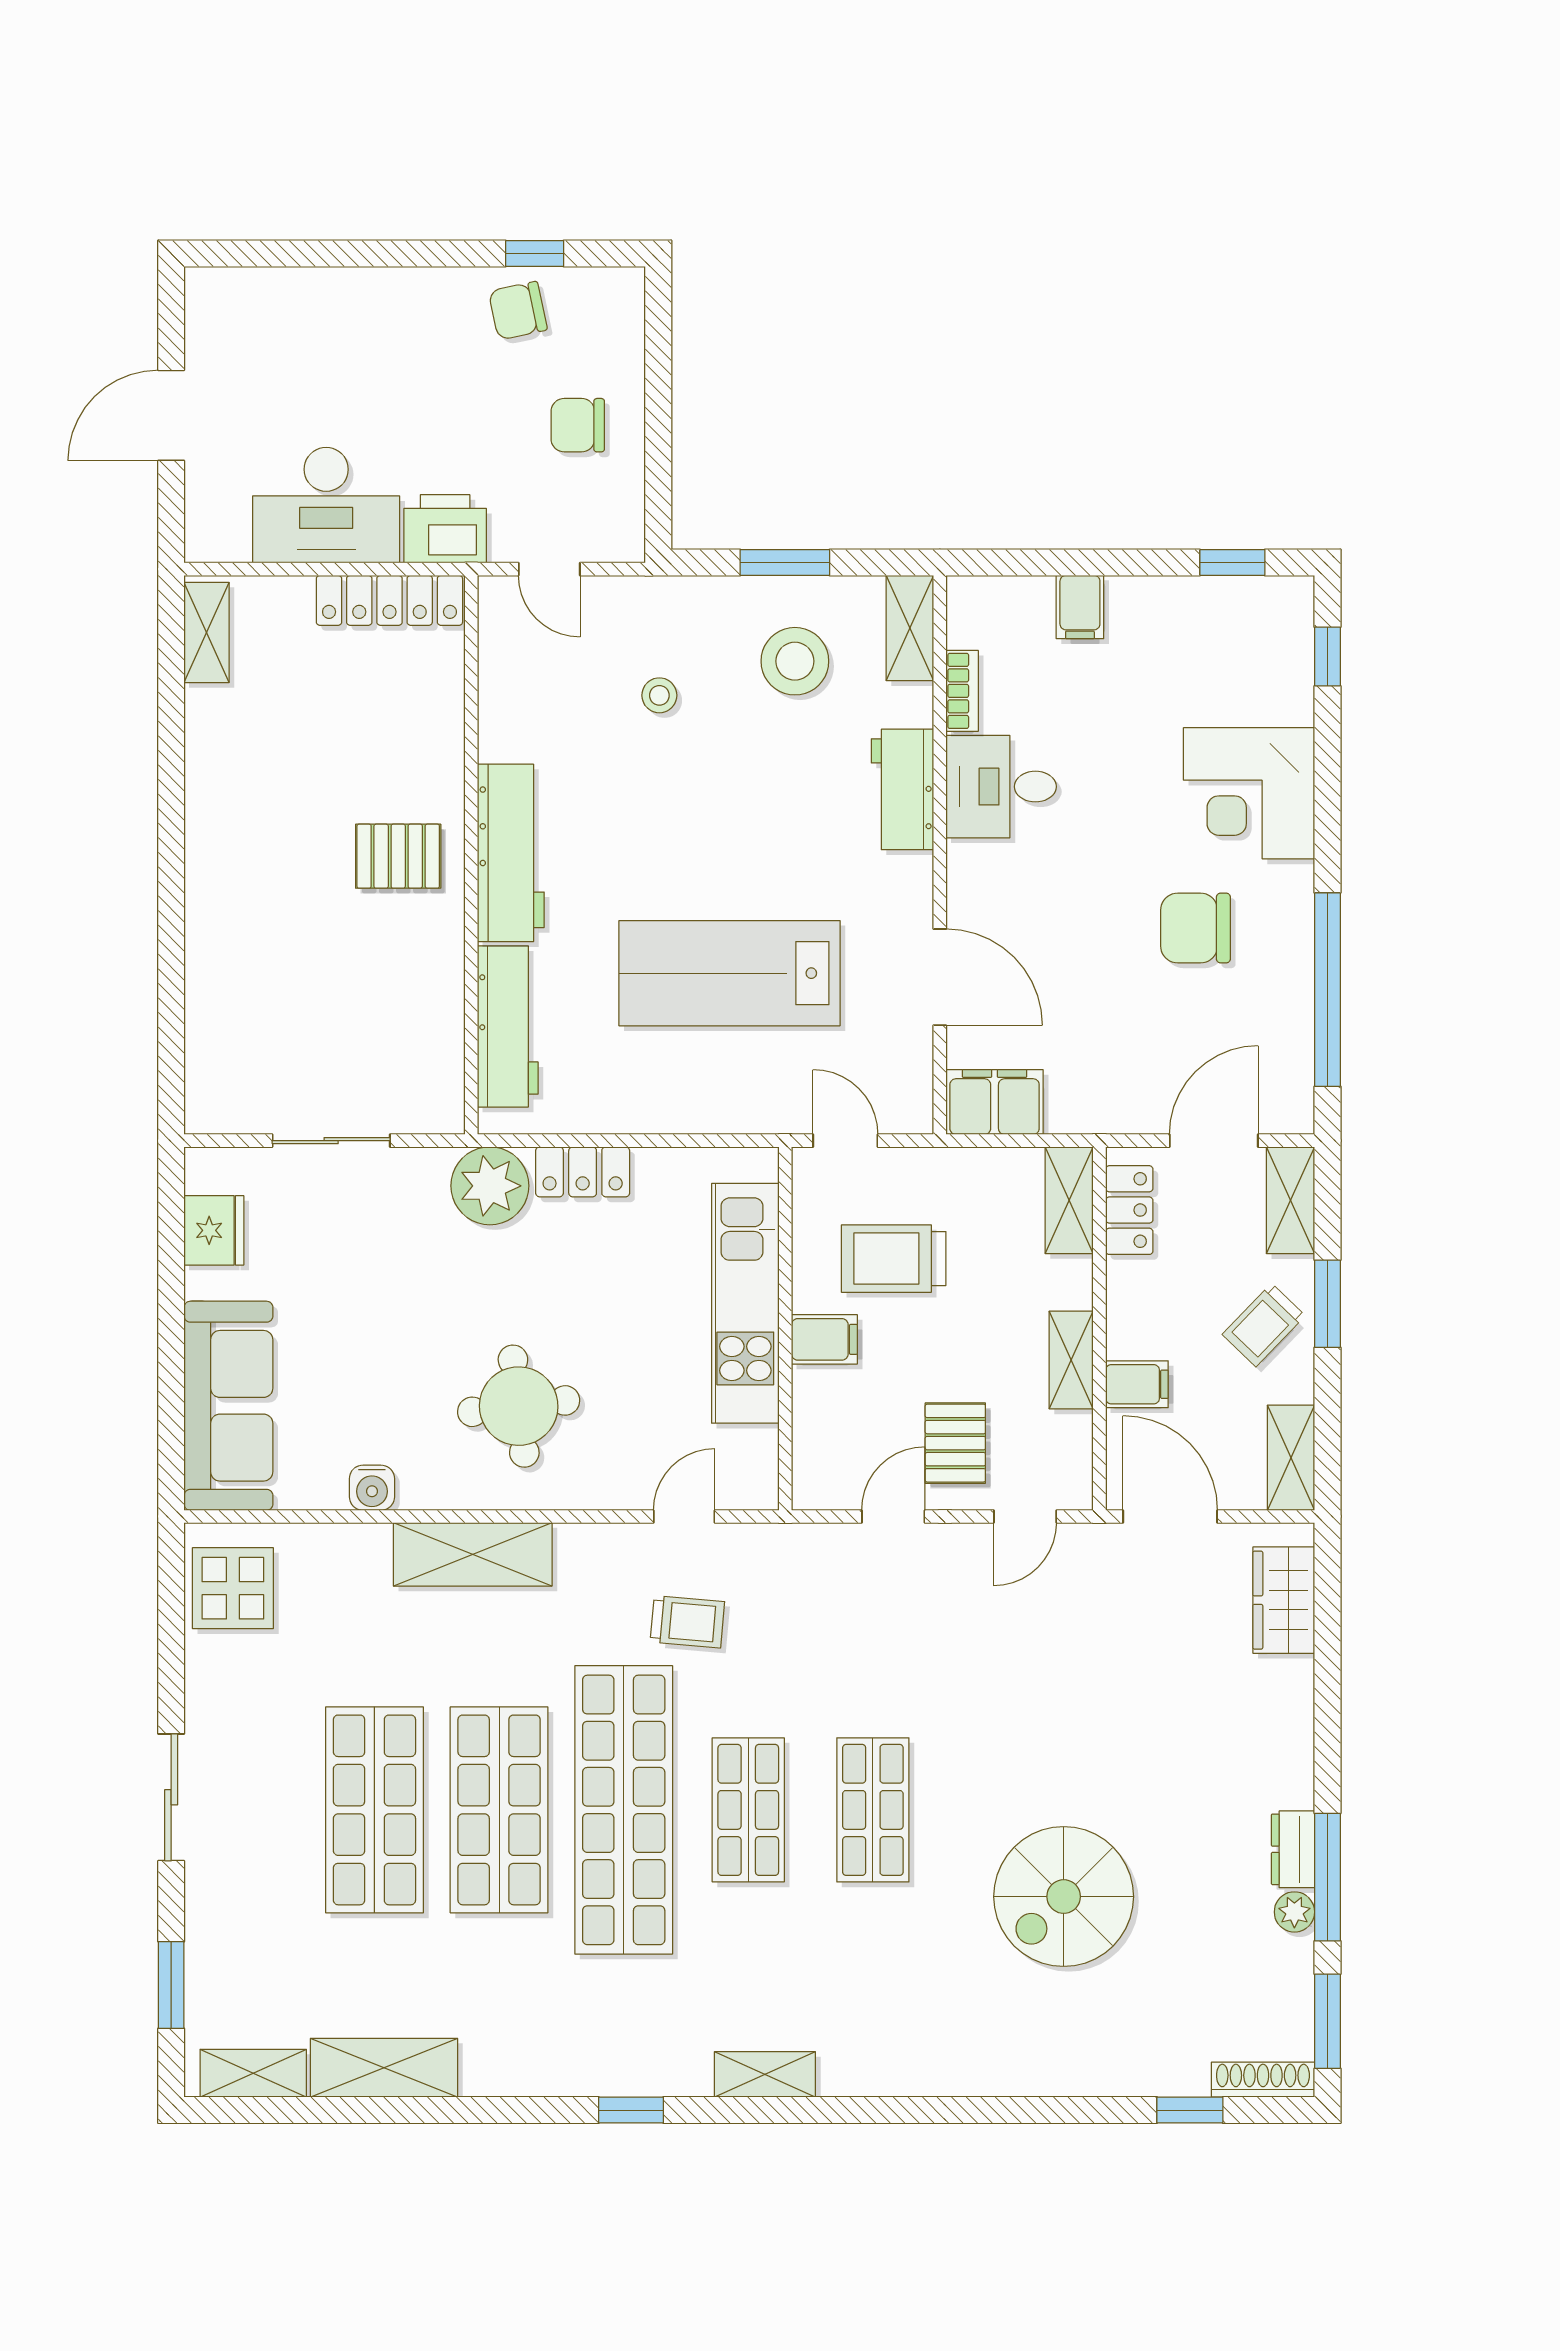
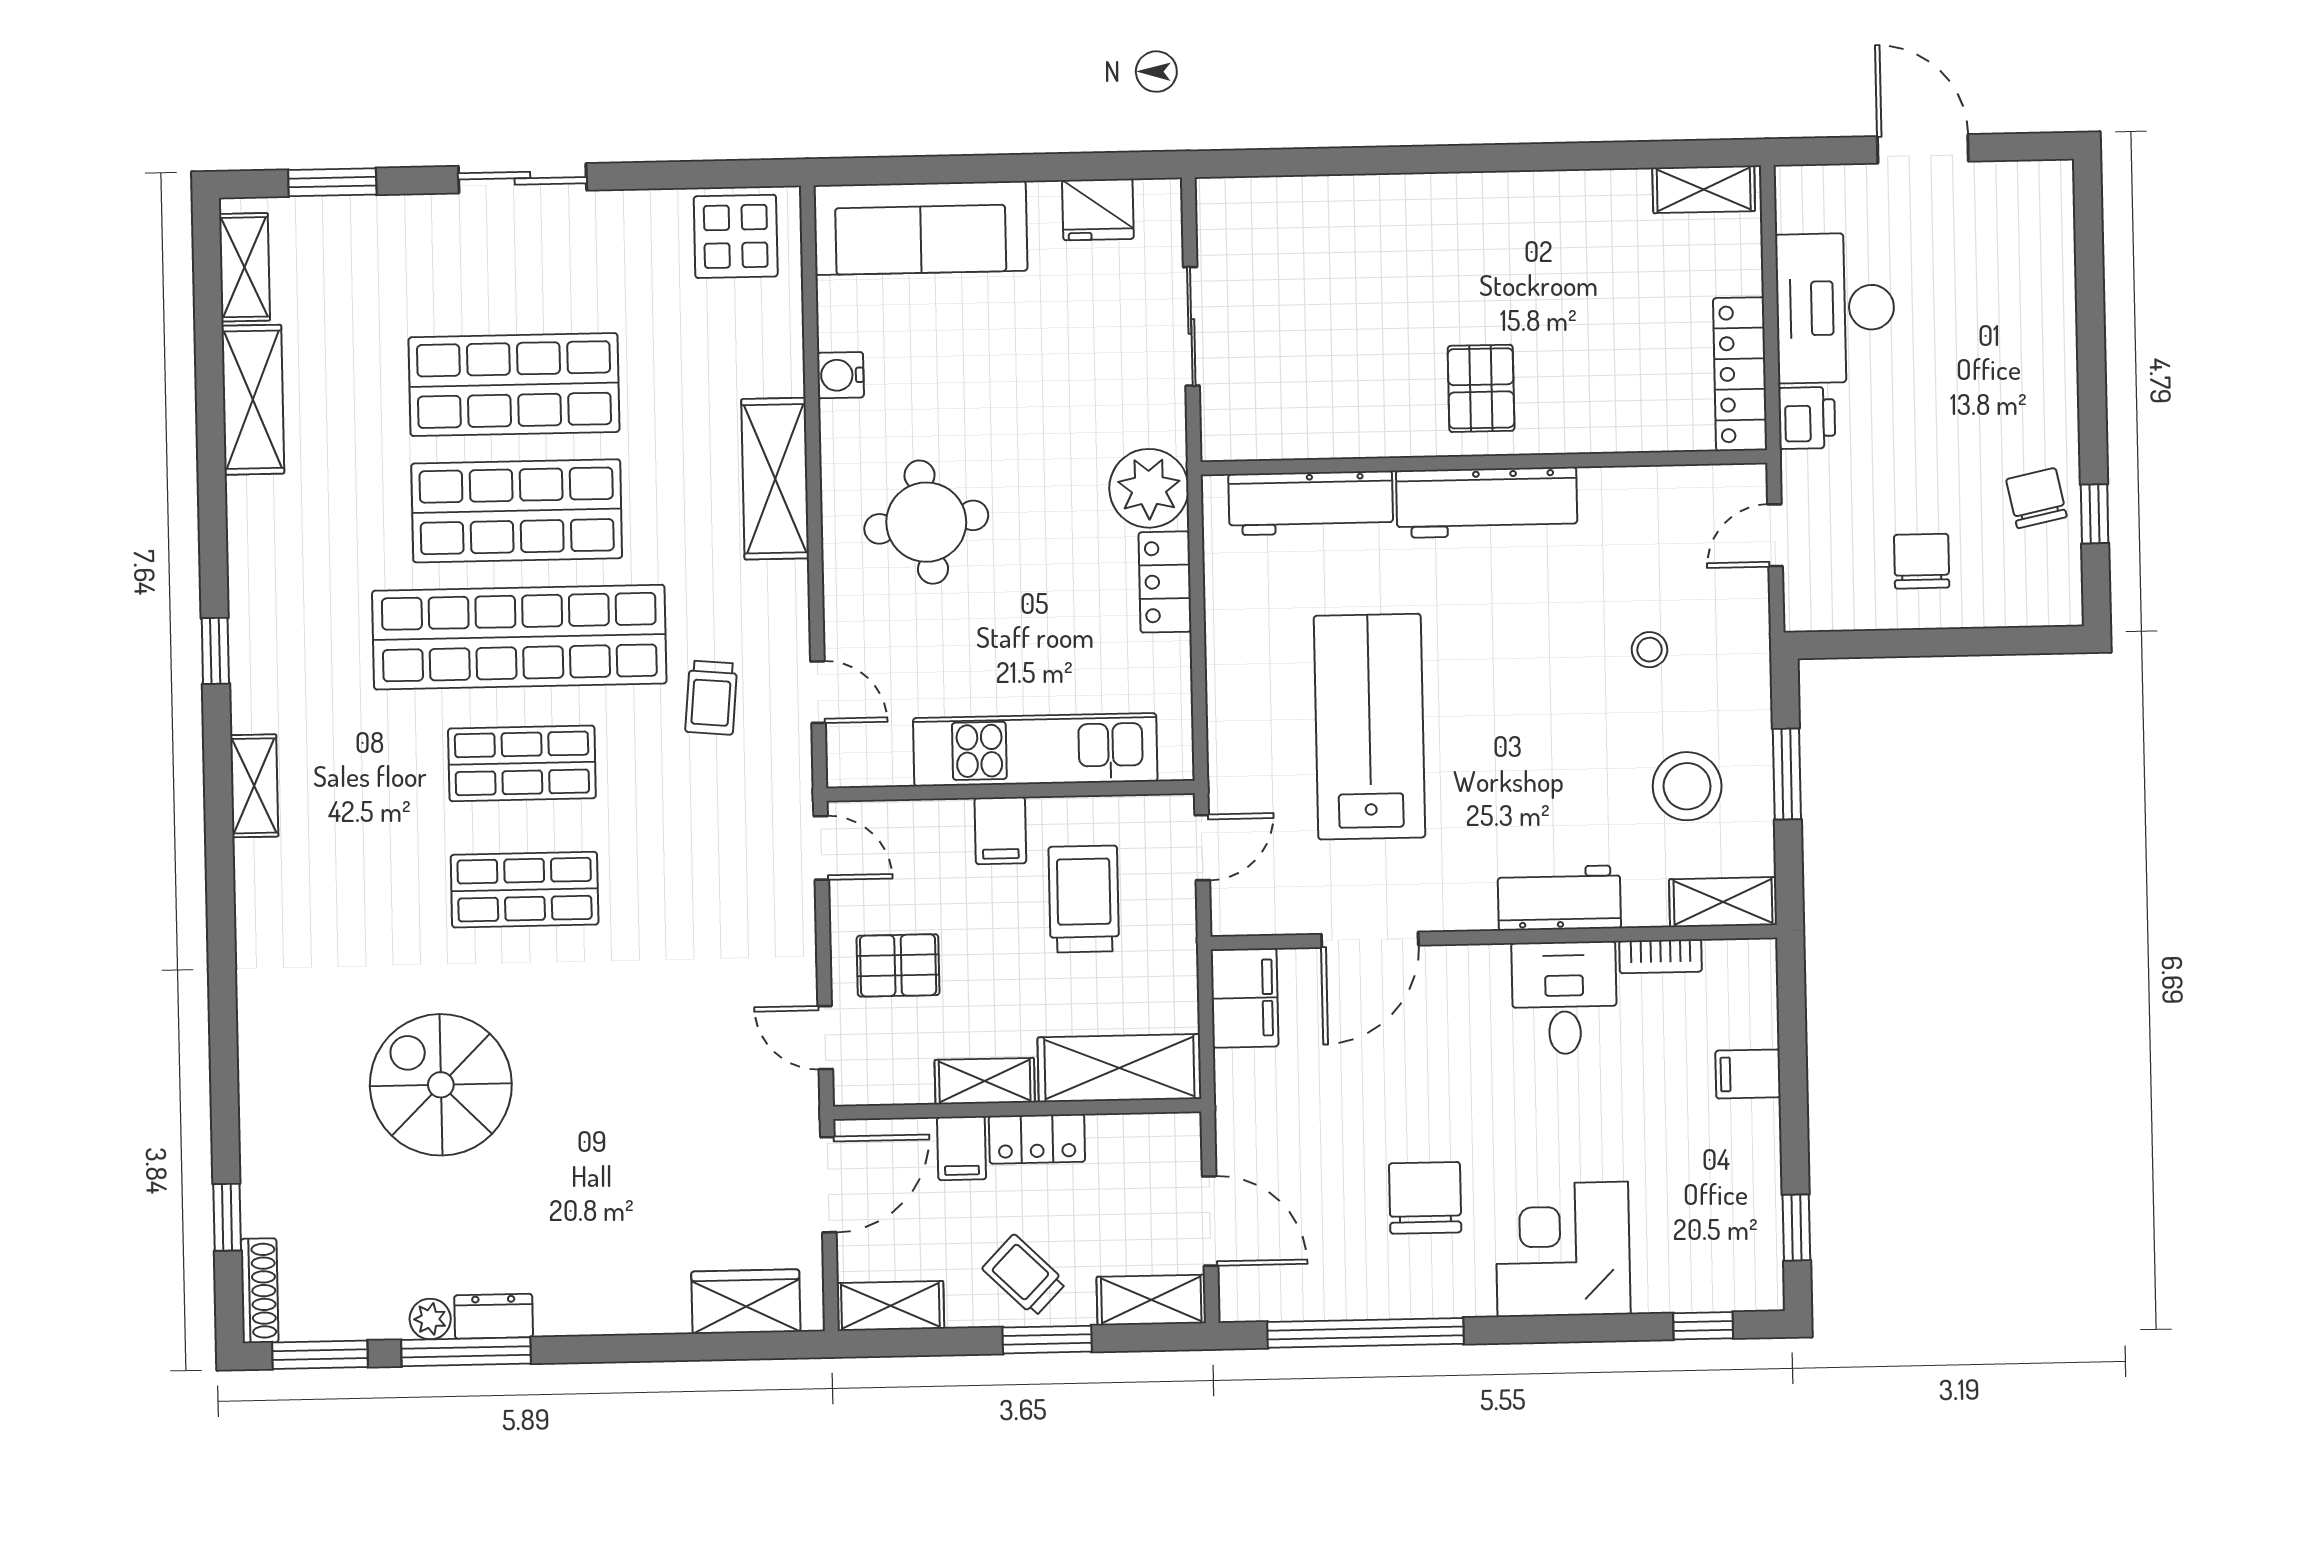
printer: (445, 529) -> (1807, 418), width x0.73, depth x0.81
shelving: (1069, 1200) -> (1119, 1068), width x1.50, depth x1.33
locker: (1129, 1210) -> (1037, 1139), moved
door: (893, 1516) -> (821, 848), moved

